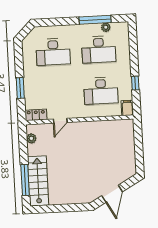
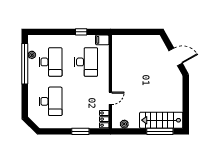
window: (95, 20) -> (25, 64), width x1.46
door: (60, 121) -> (110, 98), hinge flipped

